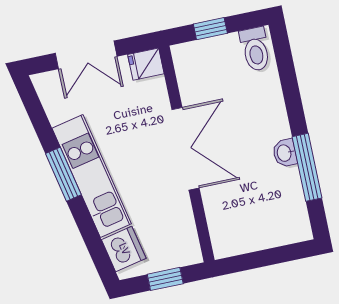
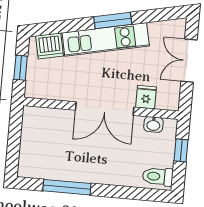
fridge: (146, 64) -> (146, 97), moved
washbasin: (285, 153) -> (153, 124), moved, turned 180

